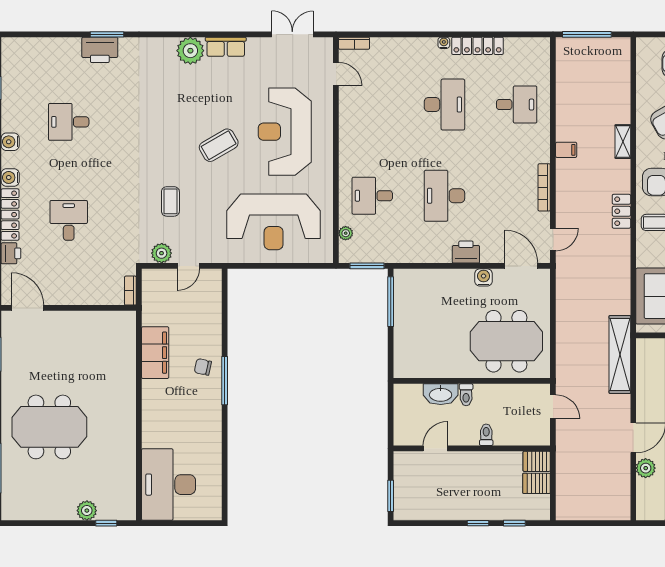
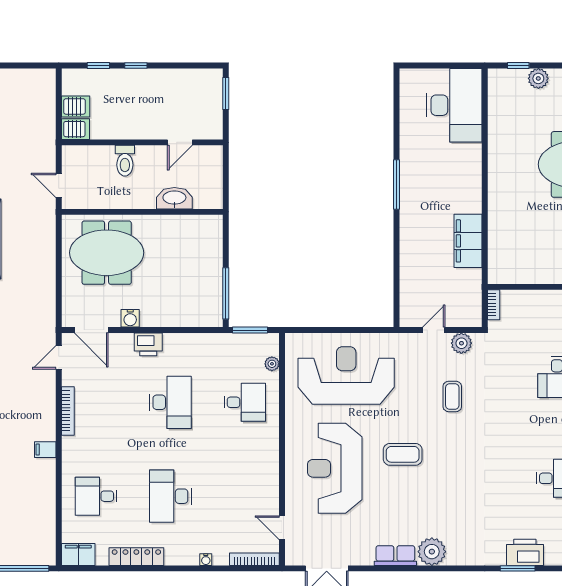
bookcase: (354, 43) -> (254, 559), width x1.56
water cooler: (444, 43) -> (206, 560), moved
filing cabinet: (534, 48) -> (78, 554), added
reception desk: (285, 132) -> (335, 468), turned 180
coffee table: (219, 145) -> (403, 454), turned 30
chair: (203, 367) -> (419, 226), removed
window: (225, 381) -> (396, 185), moved
toilet: (466, 395) -> (148, 198), removed
toilet: (486, 435) -> (125, 161), width x1.37, depth x1.39

